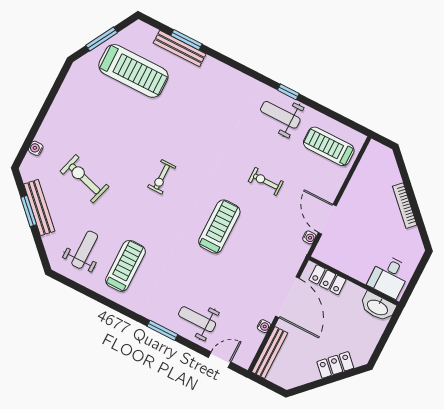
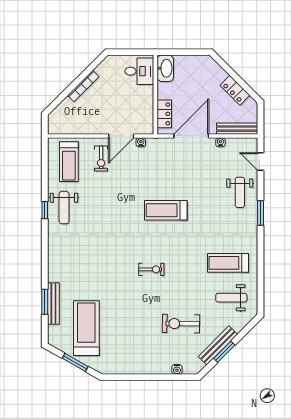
exercise bike: (84, 179) -> (181, 324), turned 74
exercise bike: (266, 181) -> (101, 158), moved
locker: (335, 365) -> (235, 90), moved

